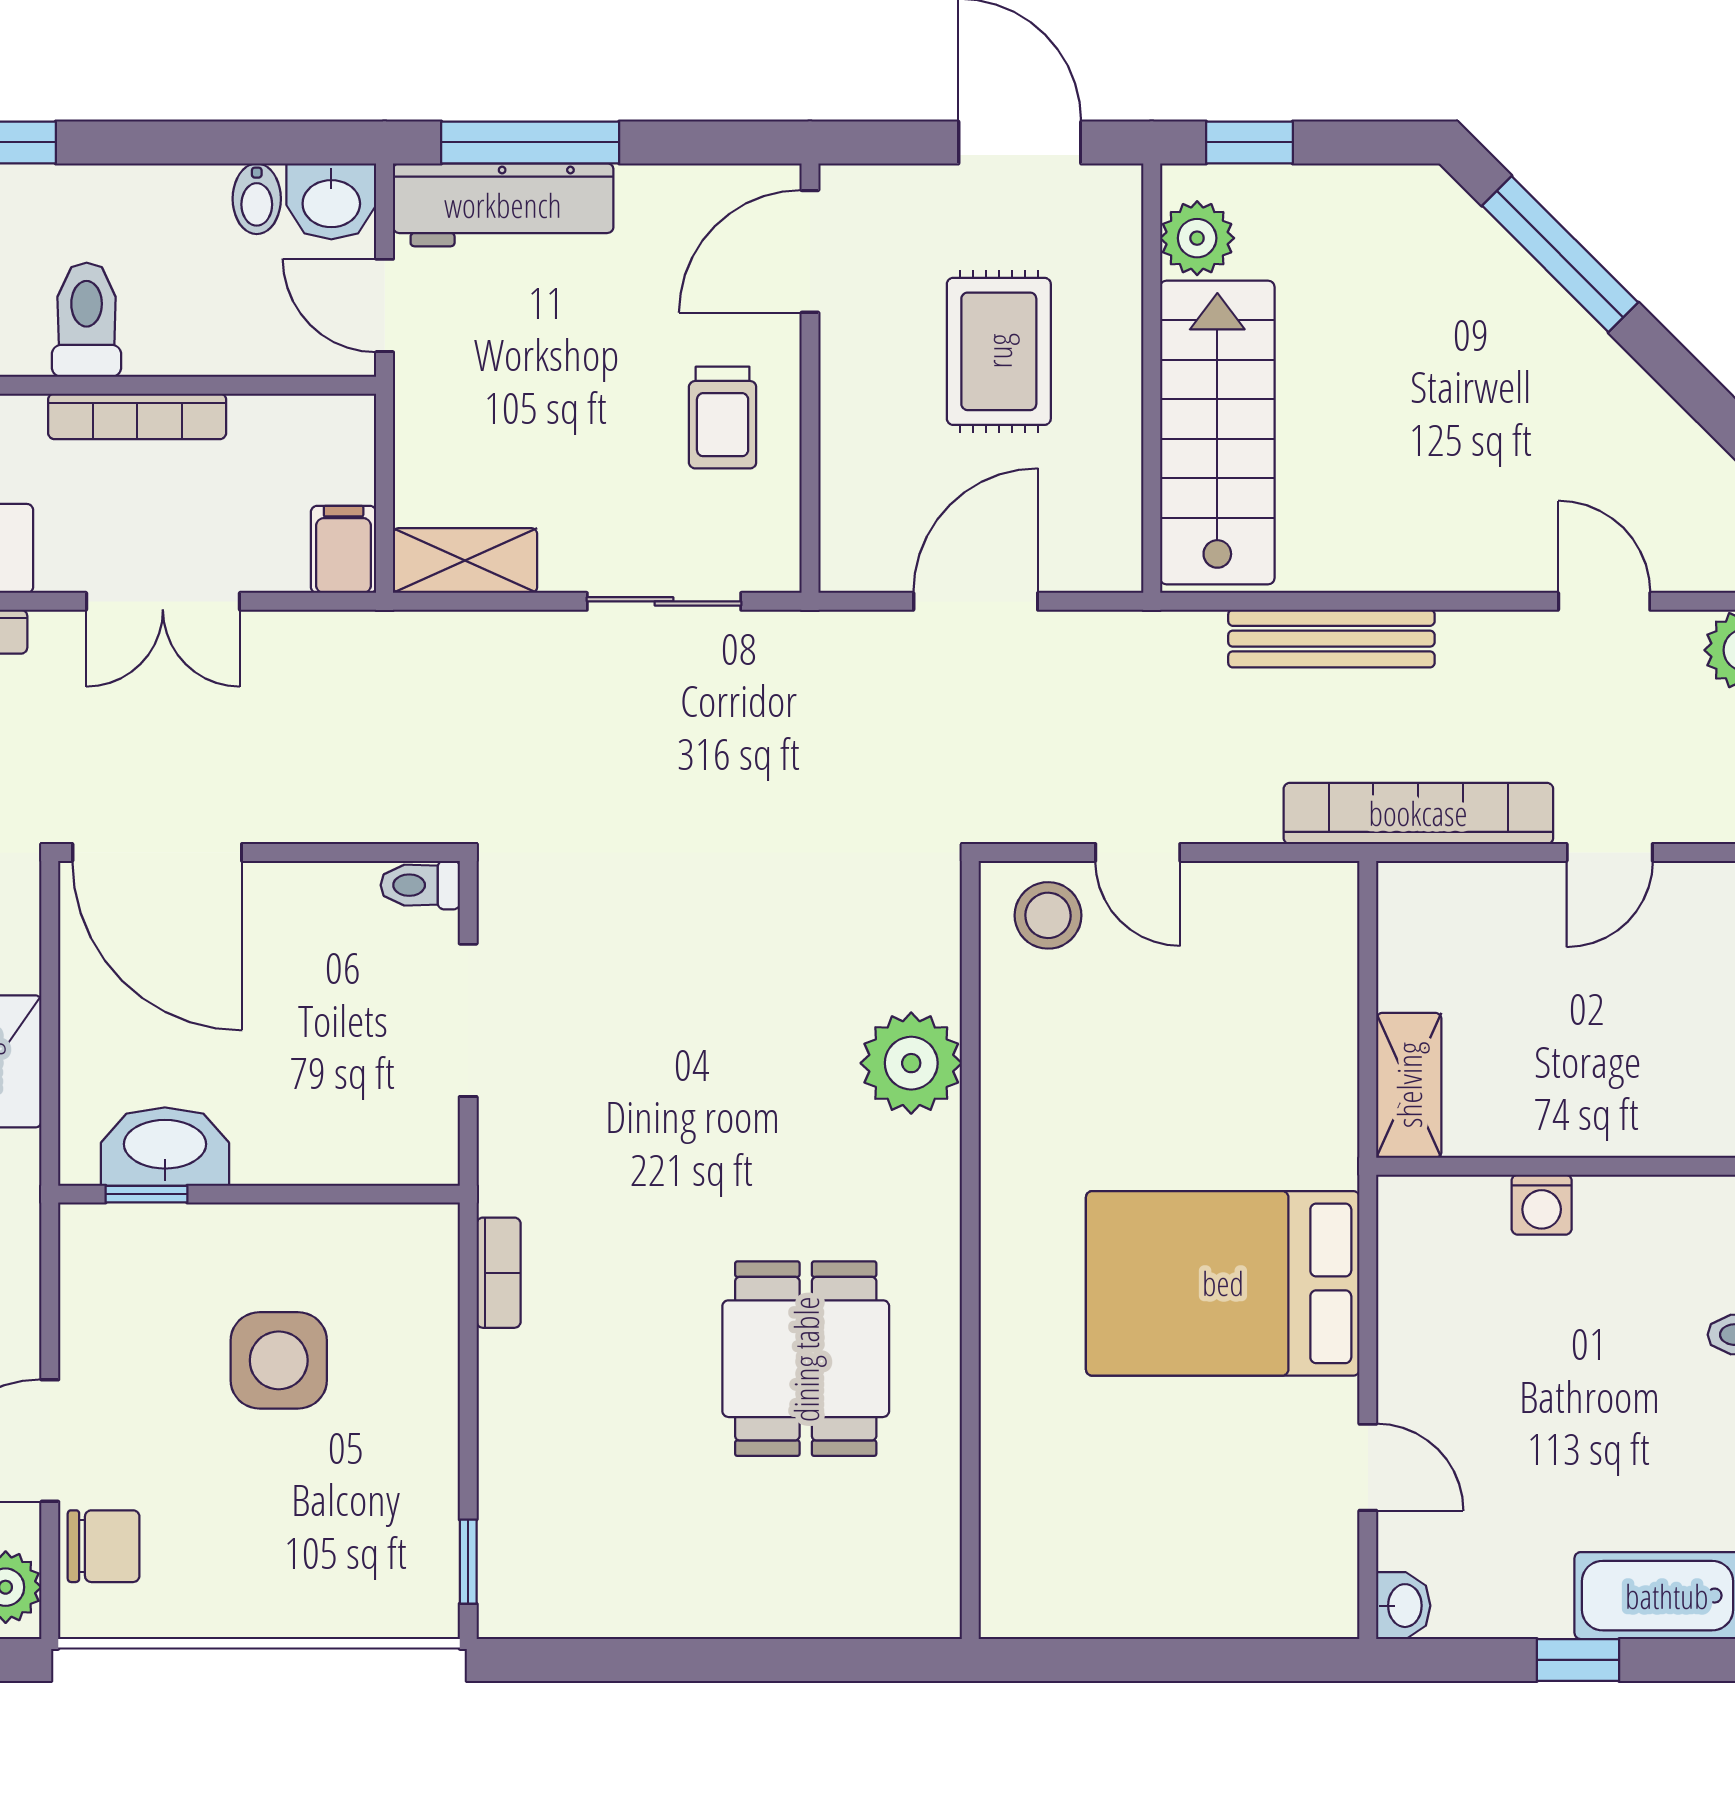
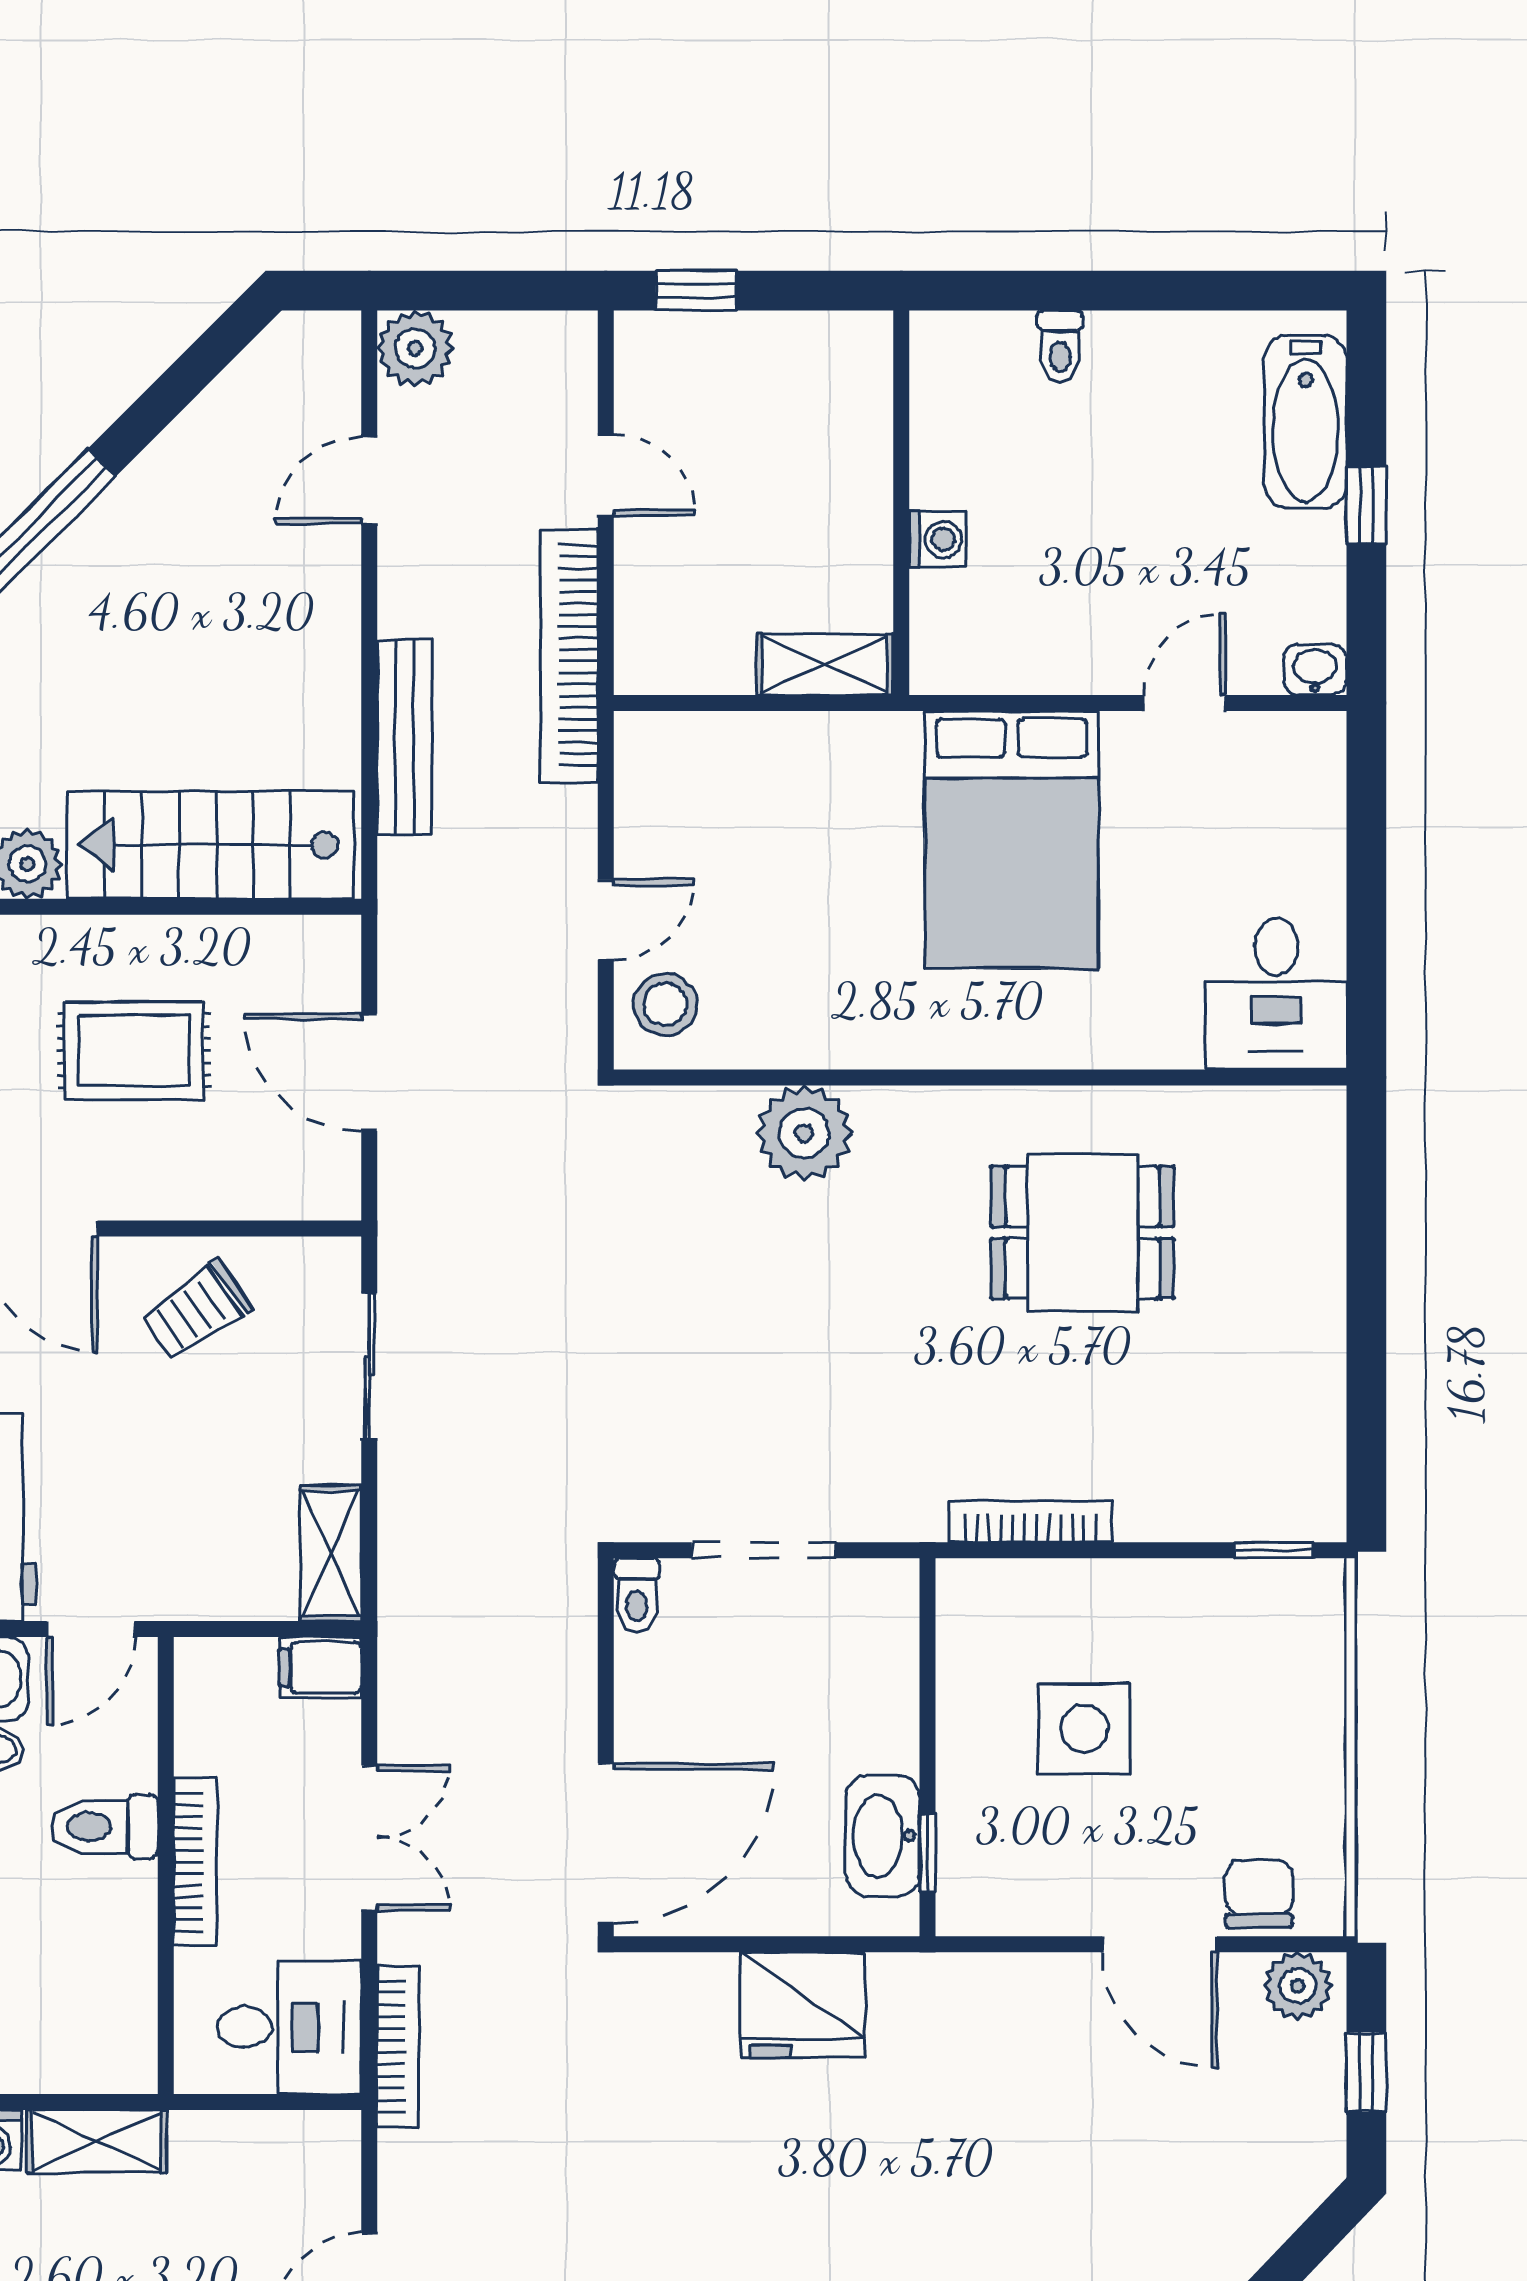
toilet: (87, 320) -> (104, 1827), moved
trolley: (723, 418) -> (196, 1311), turned 145
bookcase: (499, 1273) -> (1031, 1522), width x1.56
desk: (1059, 1564) -> (1276, 994), added

